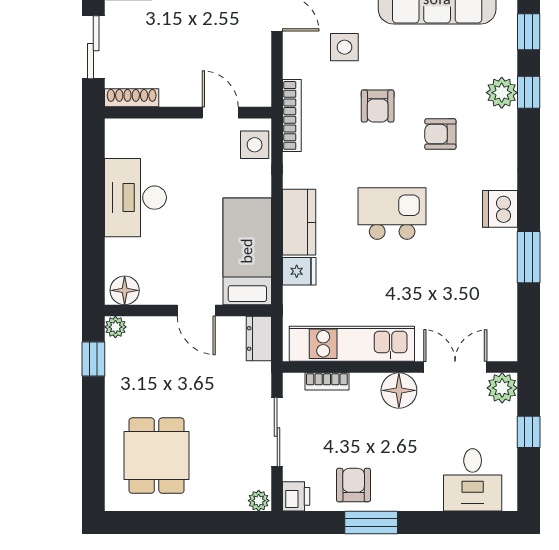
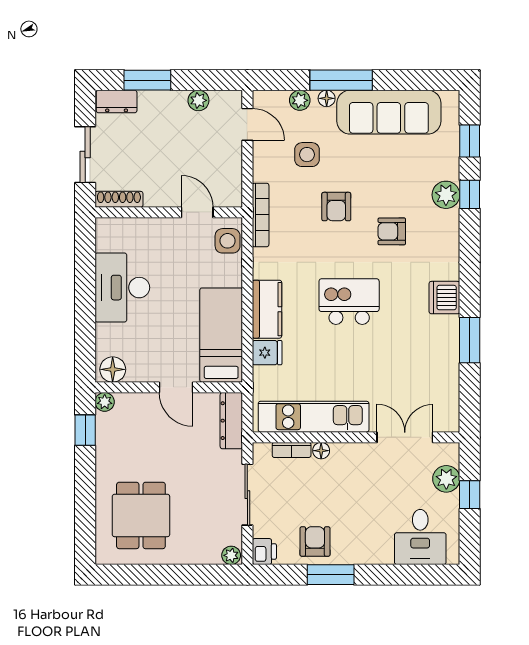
dresser: (259, 338) -> (231, 421), width x1.44
plant: (502, 388) -> (446, 479), moved
floor lamp: (399, 390) -> (321, 451), moved, width x0.53, depth x0.53

